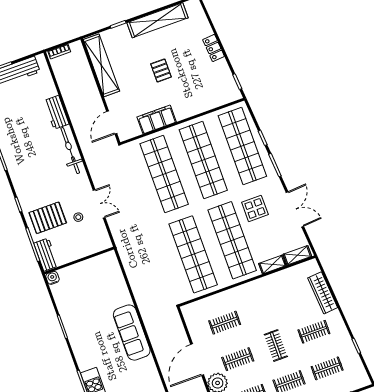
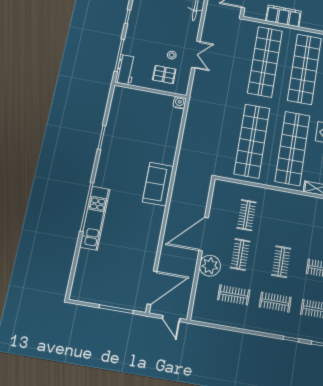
pallet: (48, 218) -> (164, 75), moved, width x0.67, depth x0.71
water cooler: (53, 278) -> (179, 103), moved
clothes rail: (225, 323) -> (247, 215), turned 90
sofa: (132, 333) -> (158, 184), width x0.73
clothes rail: (238, 359) -> (240, 255), turned 90

